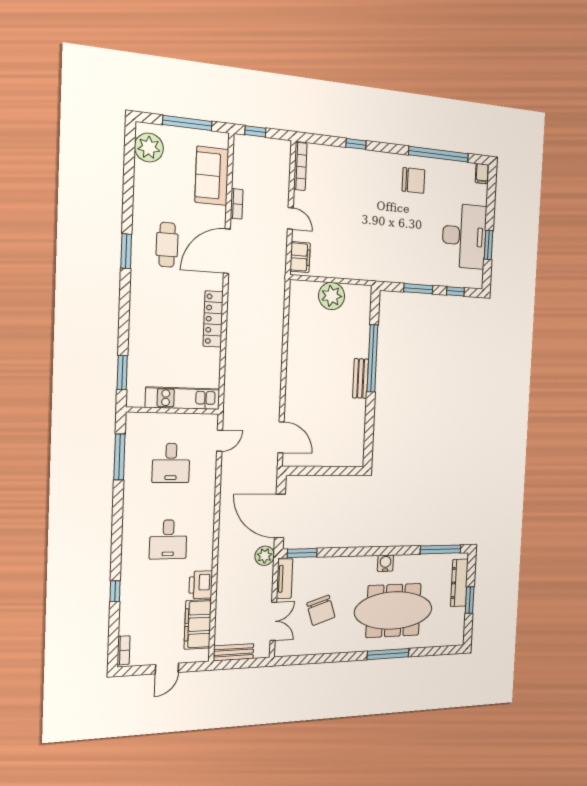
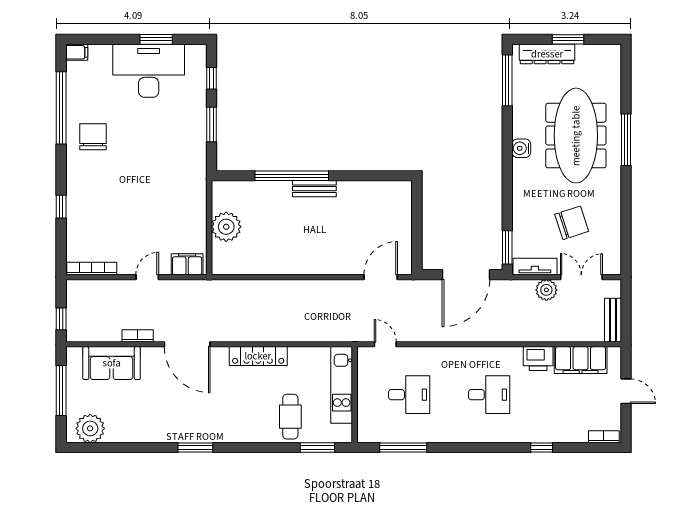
cafe table: (167, 245) -> (290, 417), moved, turned 90
plant: (265, 556) -> (546, 290), moved

